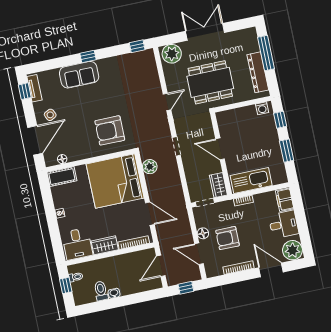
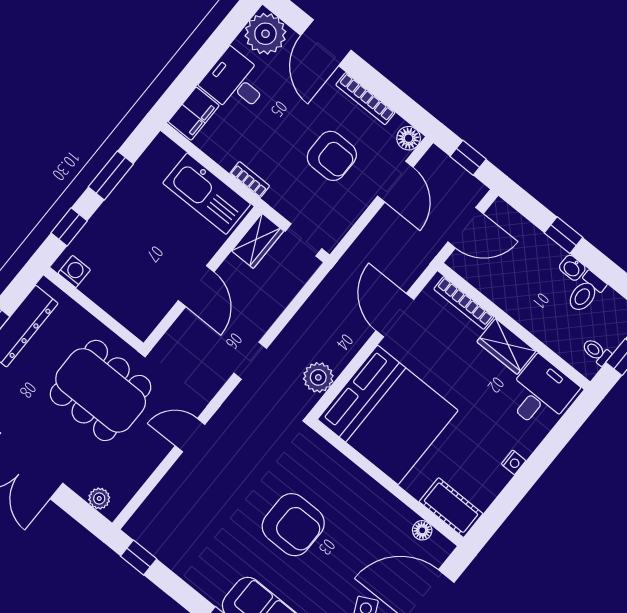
plant: (172, 54) -> (99, 498), width x0.53, depth x0.53
armchair: (110, 130) -> (293, 525), moved
floor lamp: (203, 233) -> (409, 138), moved
window: (129, 300) -> (563, 235), added

